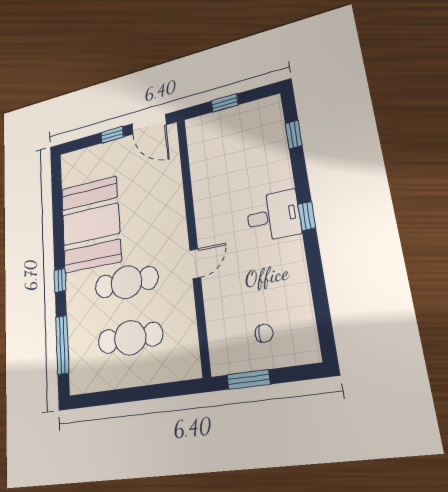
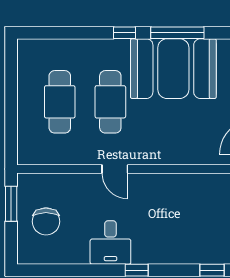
desk: (273, 216) -> (110, 242), moved
chair: (264, 333) -> (46, 221), width x1.87, depth x1.87
window: (62, 345) -> (177, 33), moved

